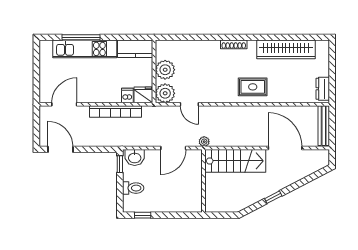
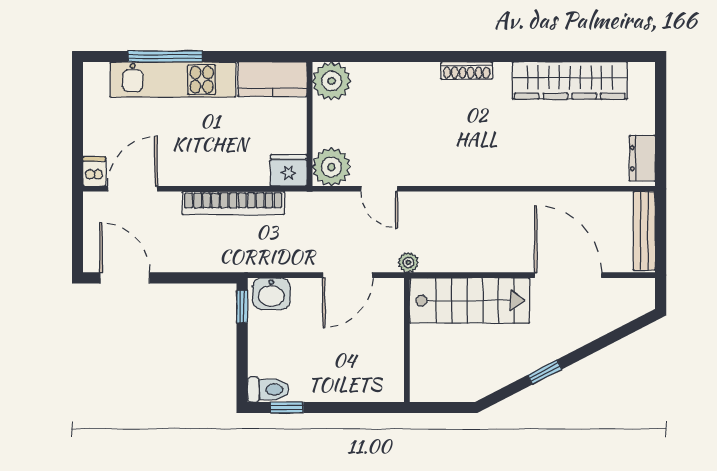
plant: (165, 70) -> (331, 81), moved
rug: (253, 87) -> (504, 154), removed
dishwasher: (127, 95) -> (94, 171), moved
toilet: (133, 188) -> (268, 389), moved

